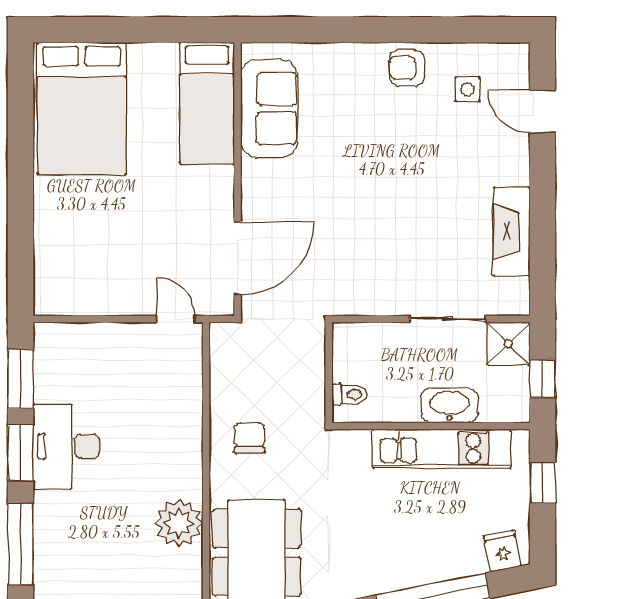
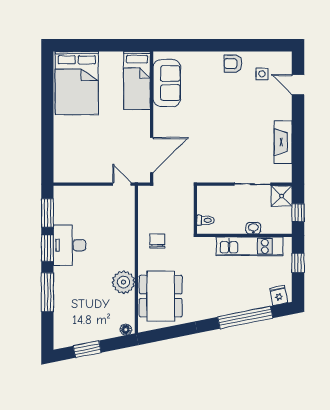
washbasin: (449, 405) -> (253, 228), width x0.52, depth x0.69

